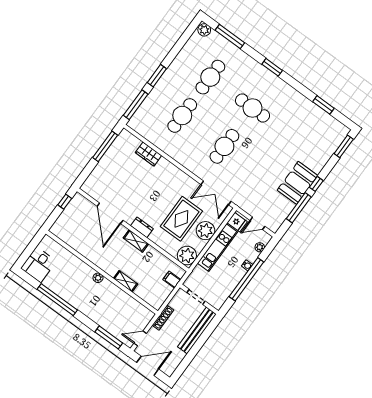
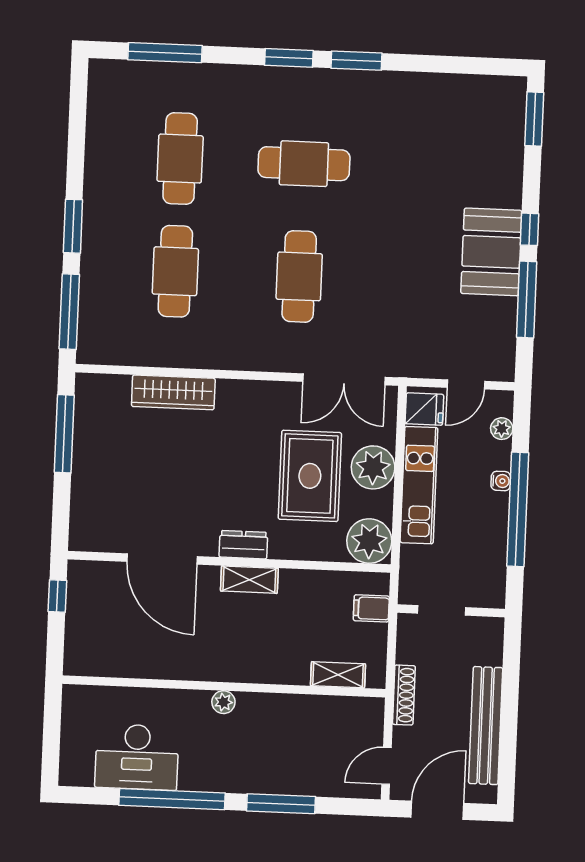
plant: (204, 30) -> (106, 74), removed
window: (323, 105) -> (356, 61), moved
wardrobe: (148, 154) -> (173, 392), width x1.50
desk: (38, 265) -> (137, 757), moved, width x1.37
shelving: (126, 281) -> (338, 675), moved
bench: (197, 330) -> (486, 726), moved
window: (109, 337) -> (281, 804), moved

